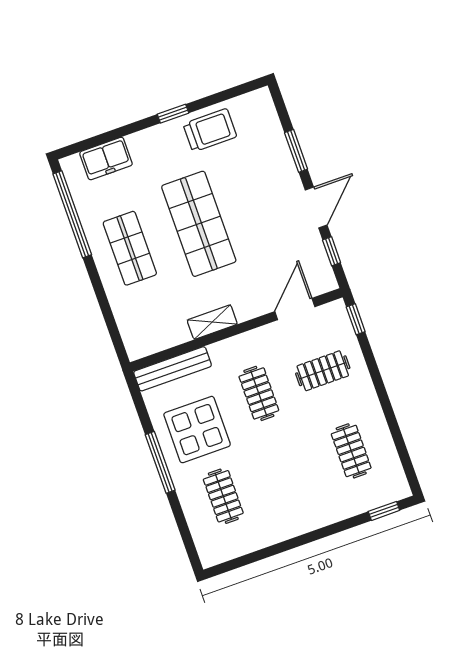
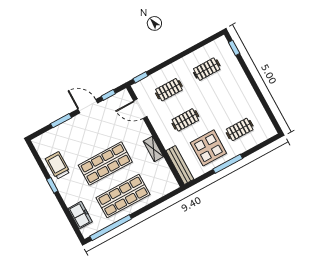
shop shelf: (130, 248) -> (123, 196), width x1.43, depth x1.36
clothes rail: (323, 371) -> (169, 90), turned 90

